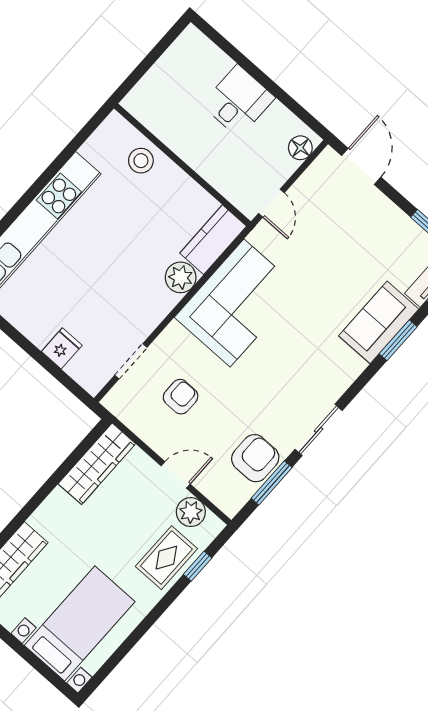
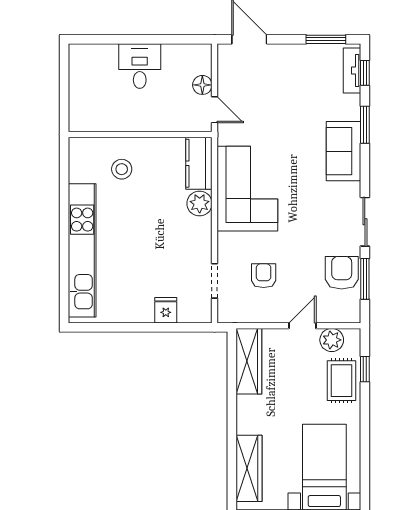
floor lamp: (300, 148) -> (202, 85), moved
stool: (141, 161) -> (122, 169), moved
sofa: (379, 322) -> (343, 151), moved

